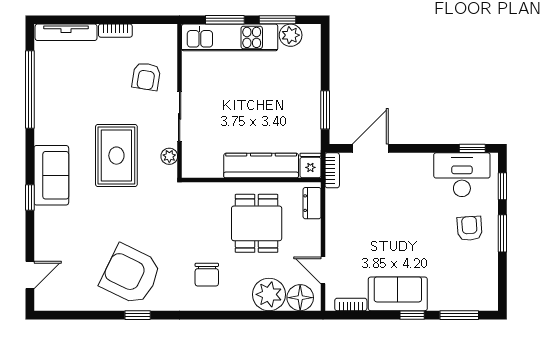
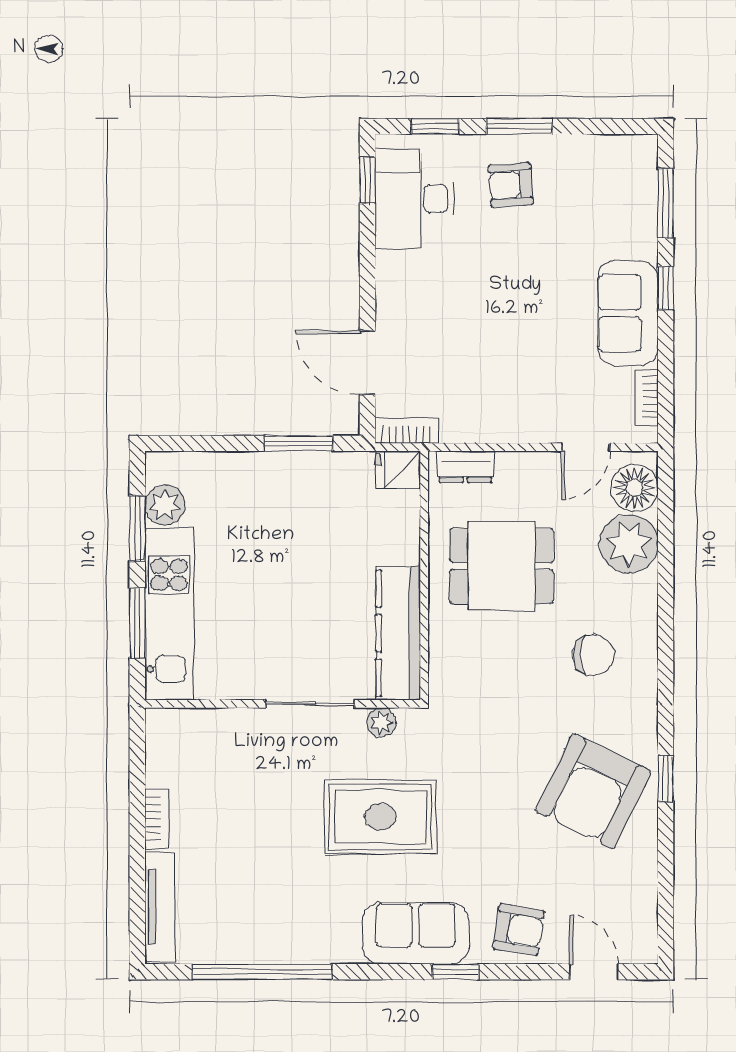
armchair: (146, 76) -> (519, 930), moved
kitchen counter: (261, 166) -> (398, 633), moved

